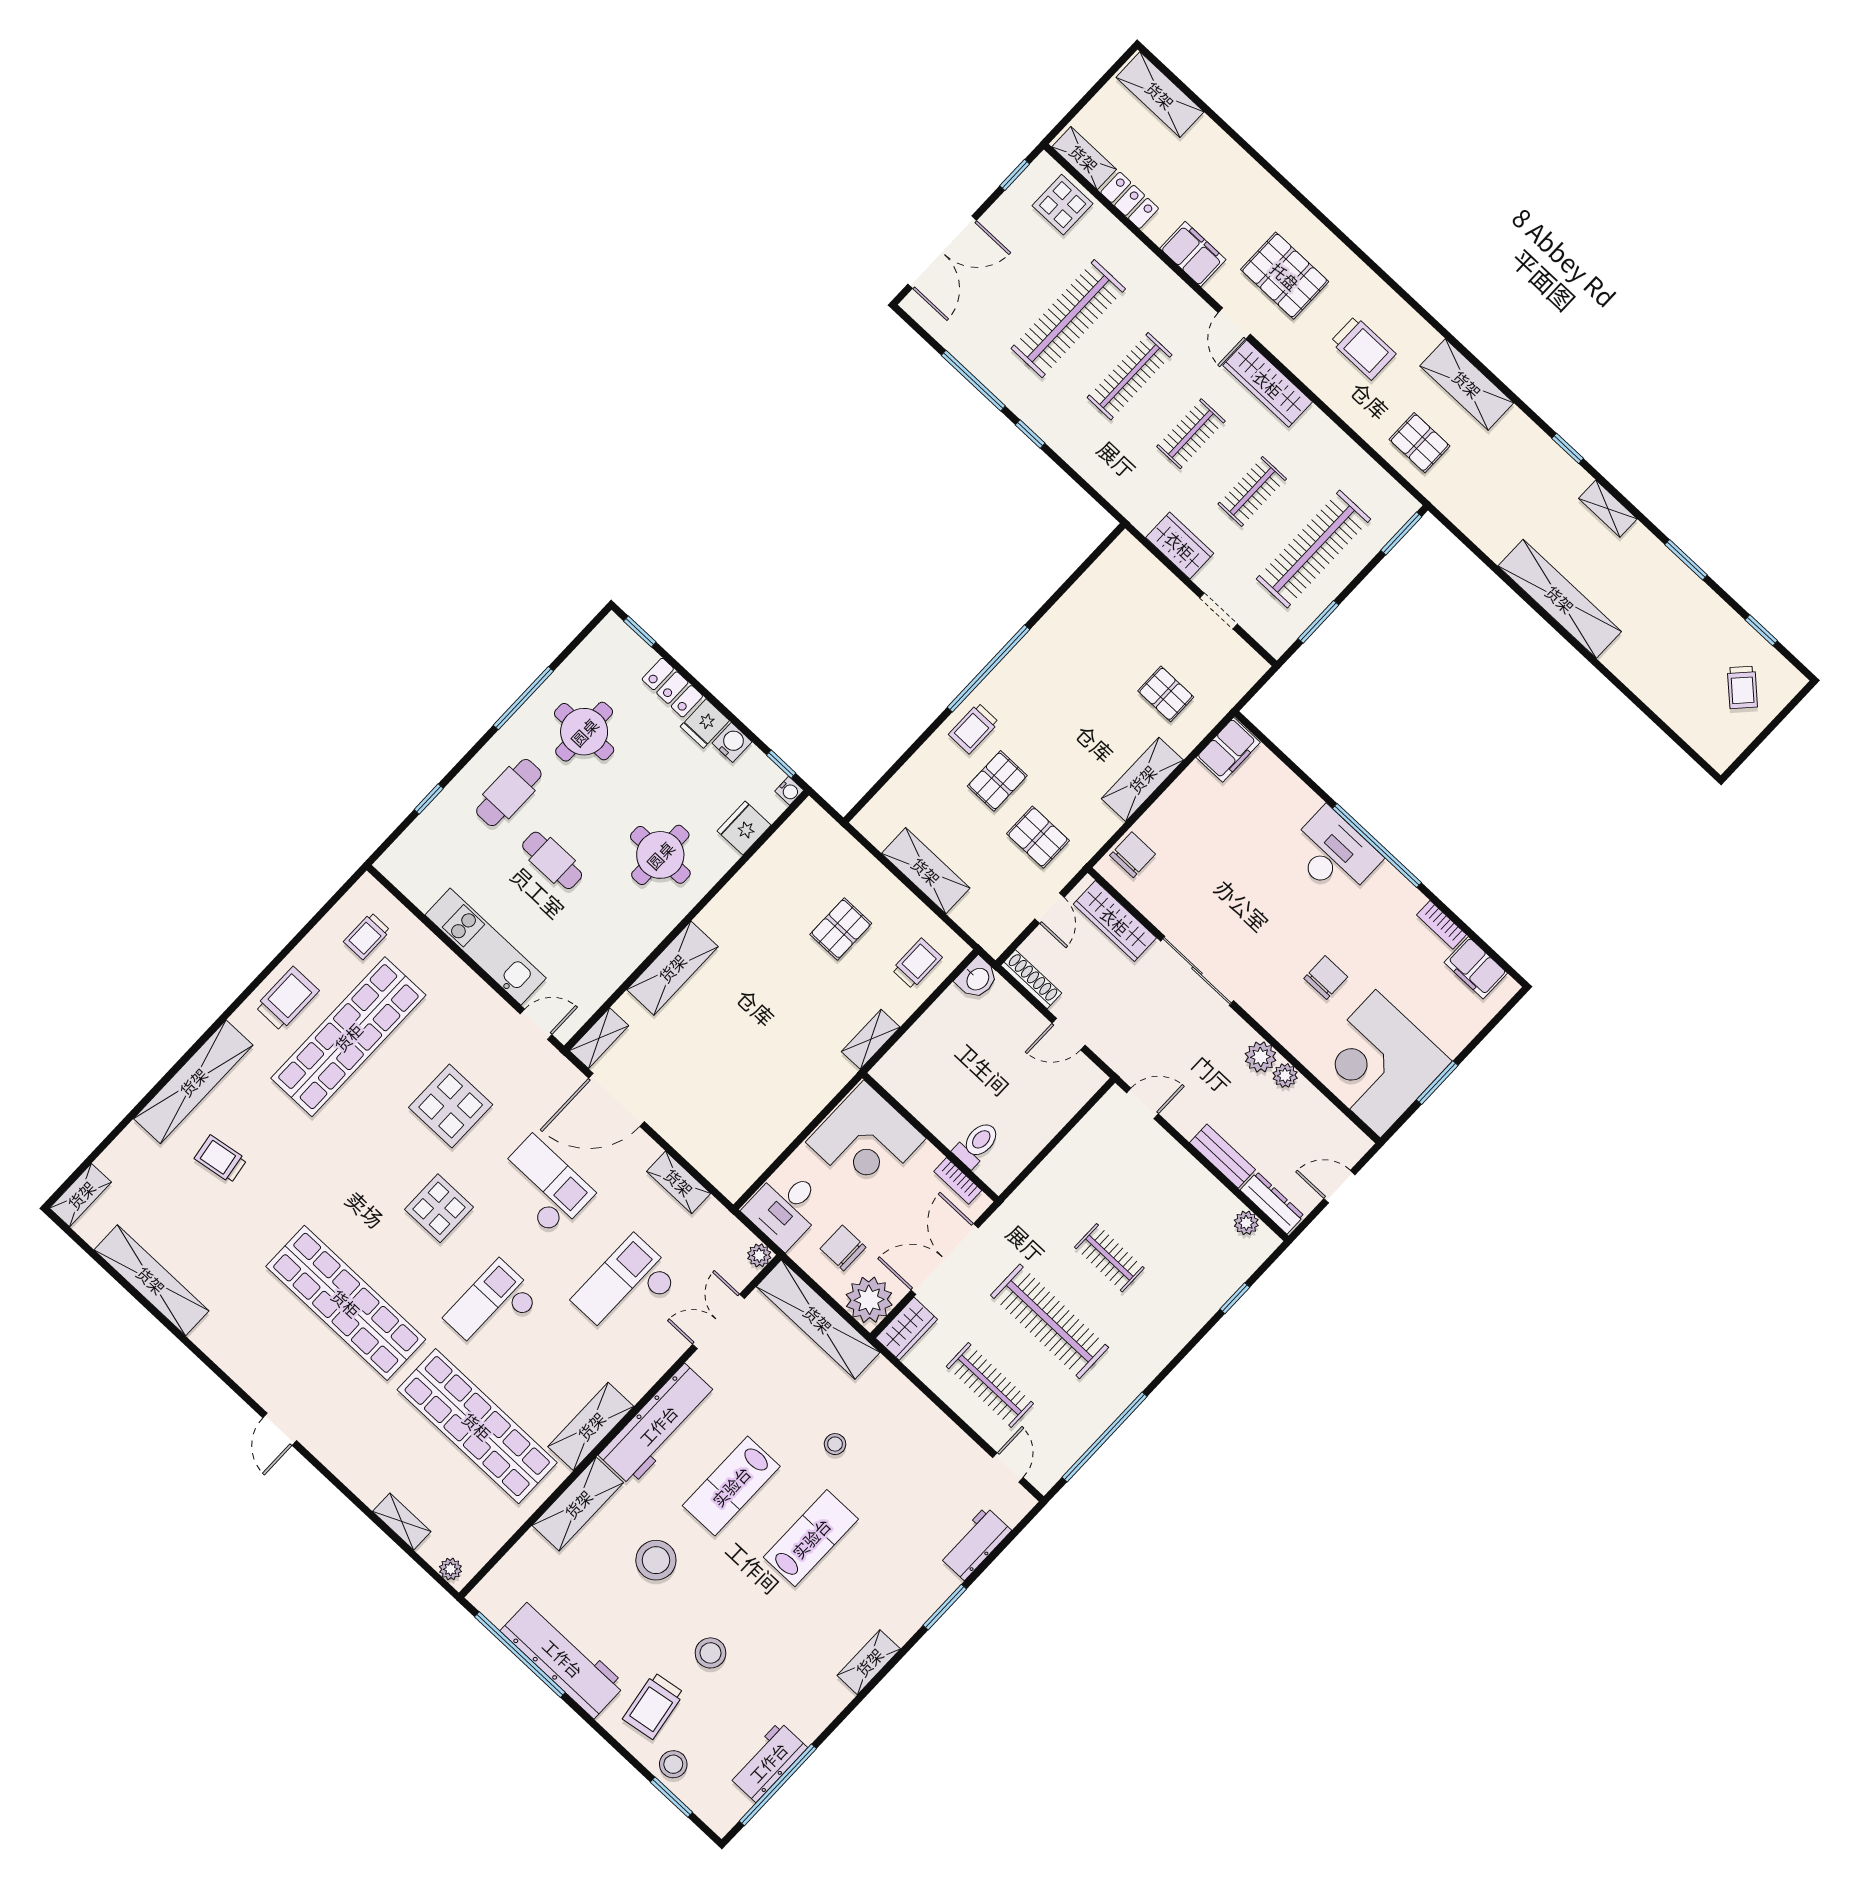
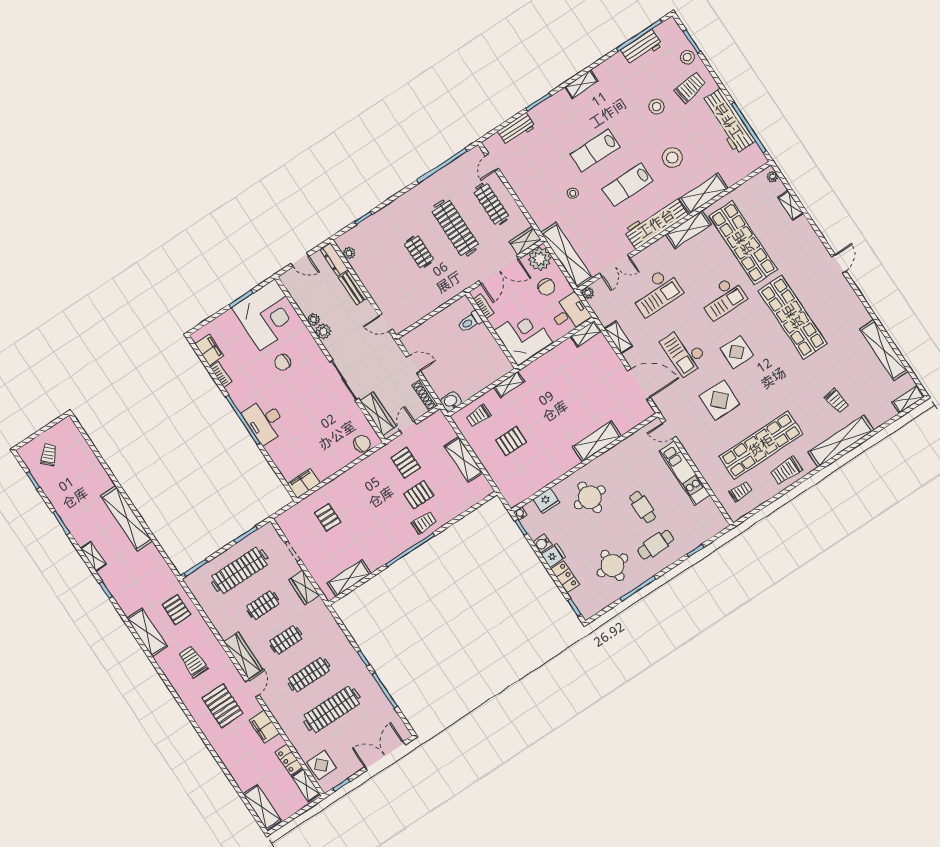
shelving: (1142, 779) -> (349, 578), moved
chair: (1133, 855) -> (362, 444), turned 180
shelving: (599, 1038) -> (586, 334), moved
lab bench: (731, 1486) -> (628, 185), turned 180

